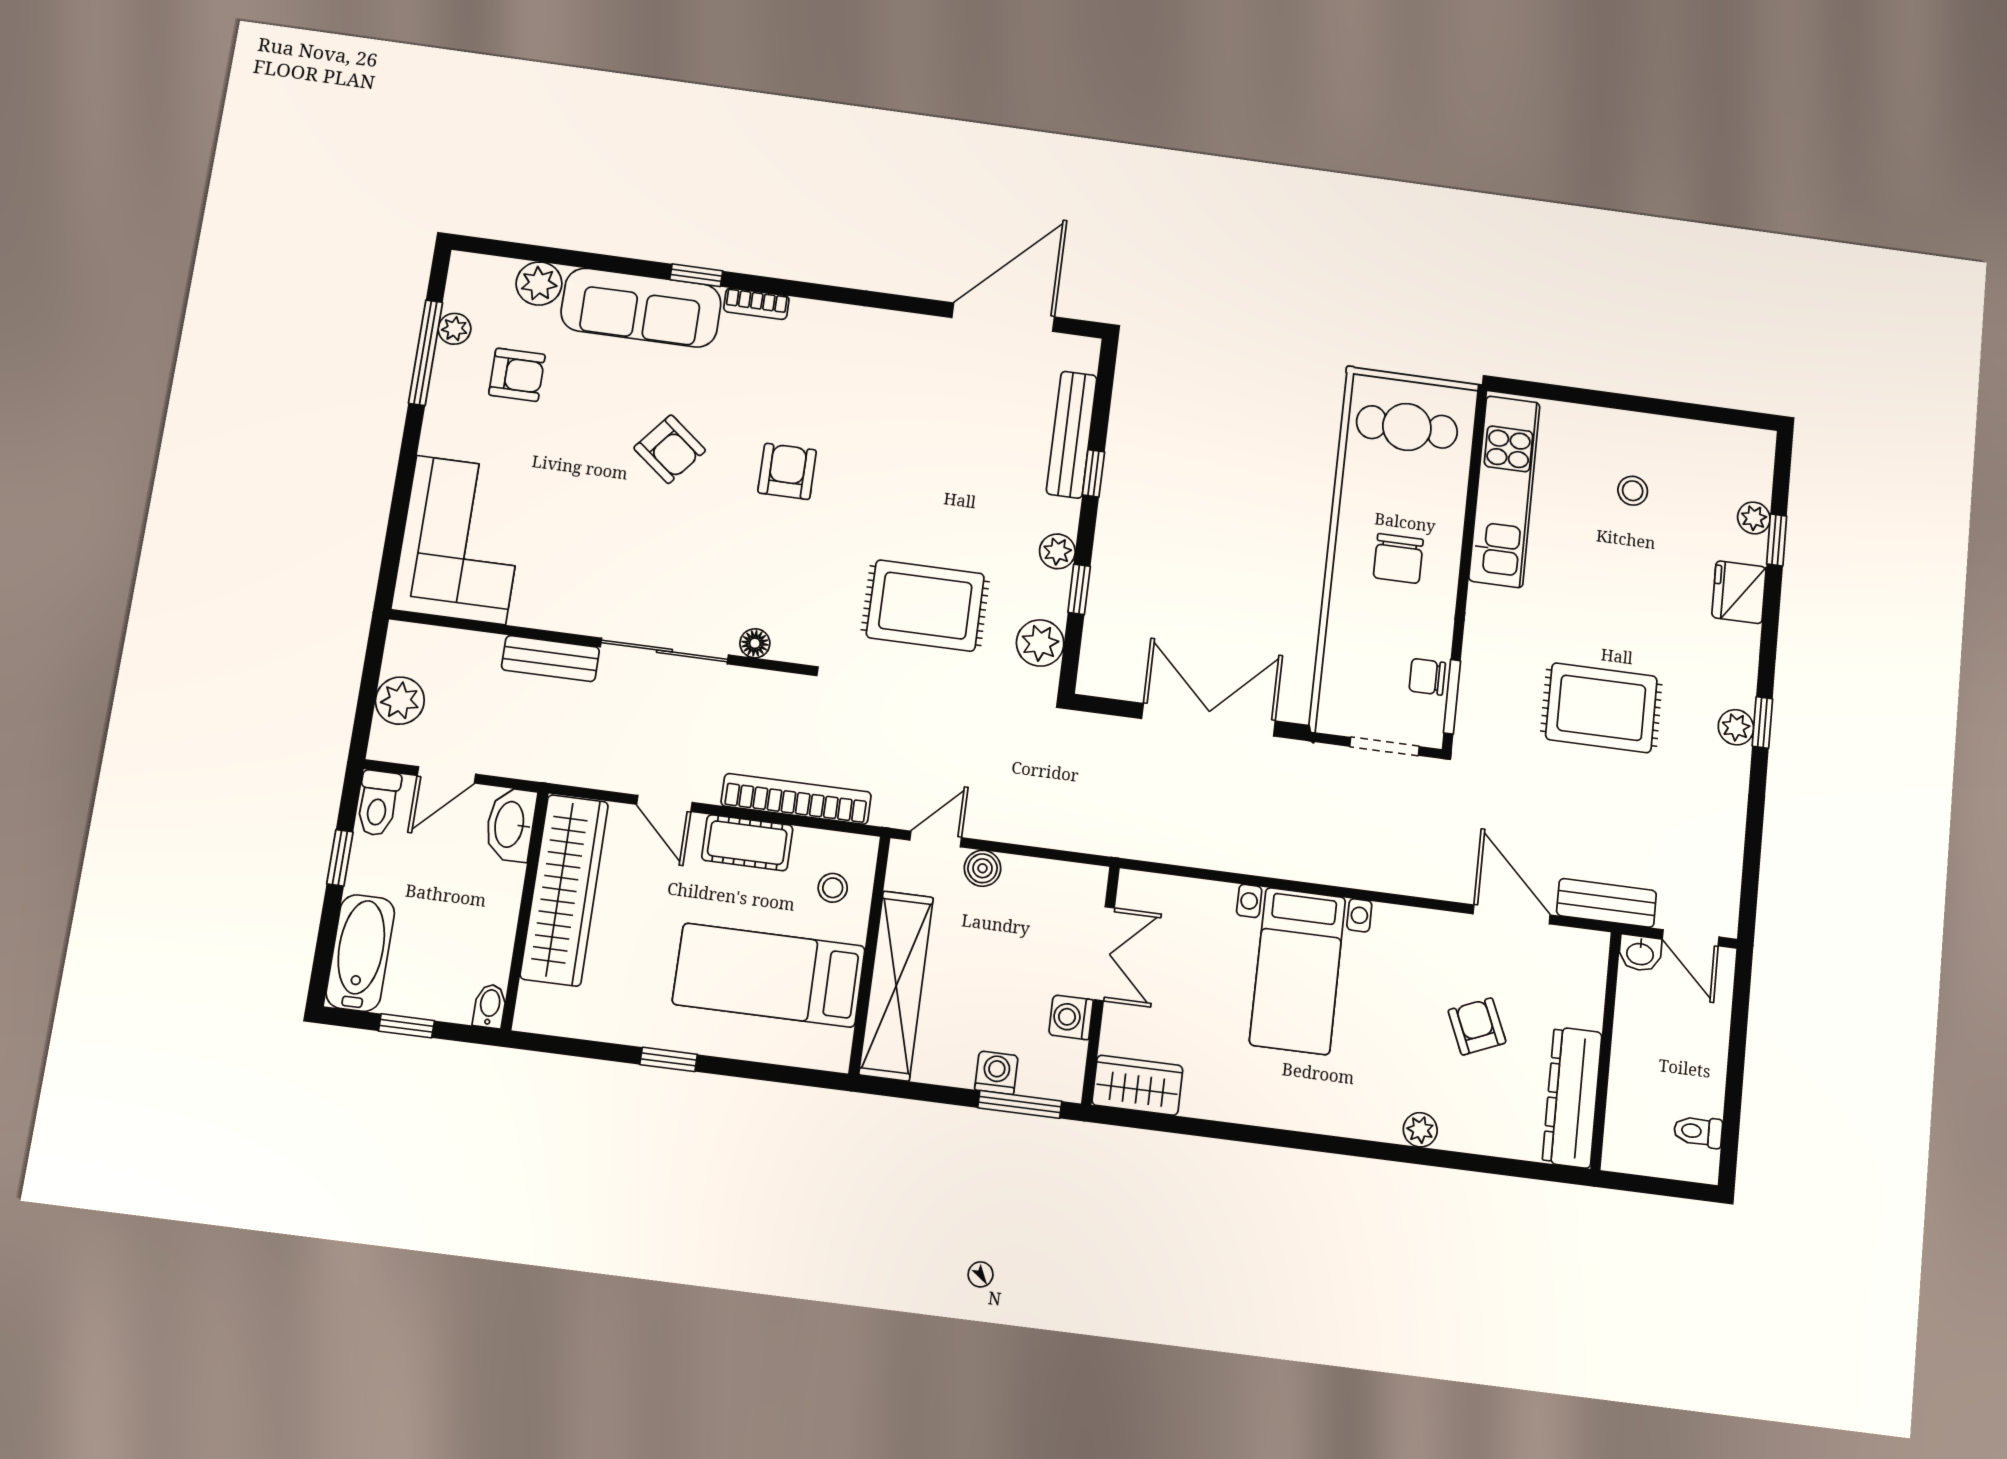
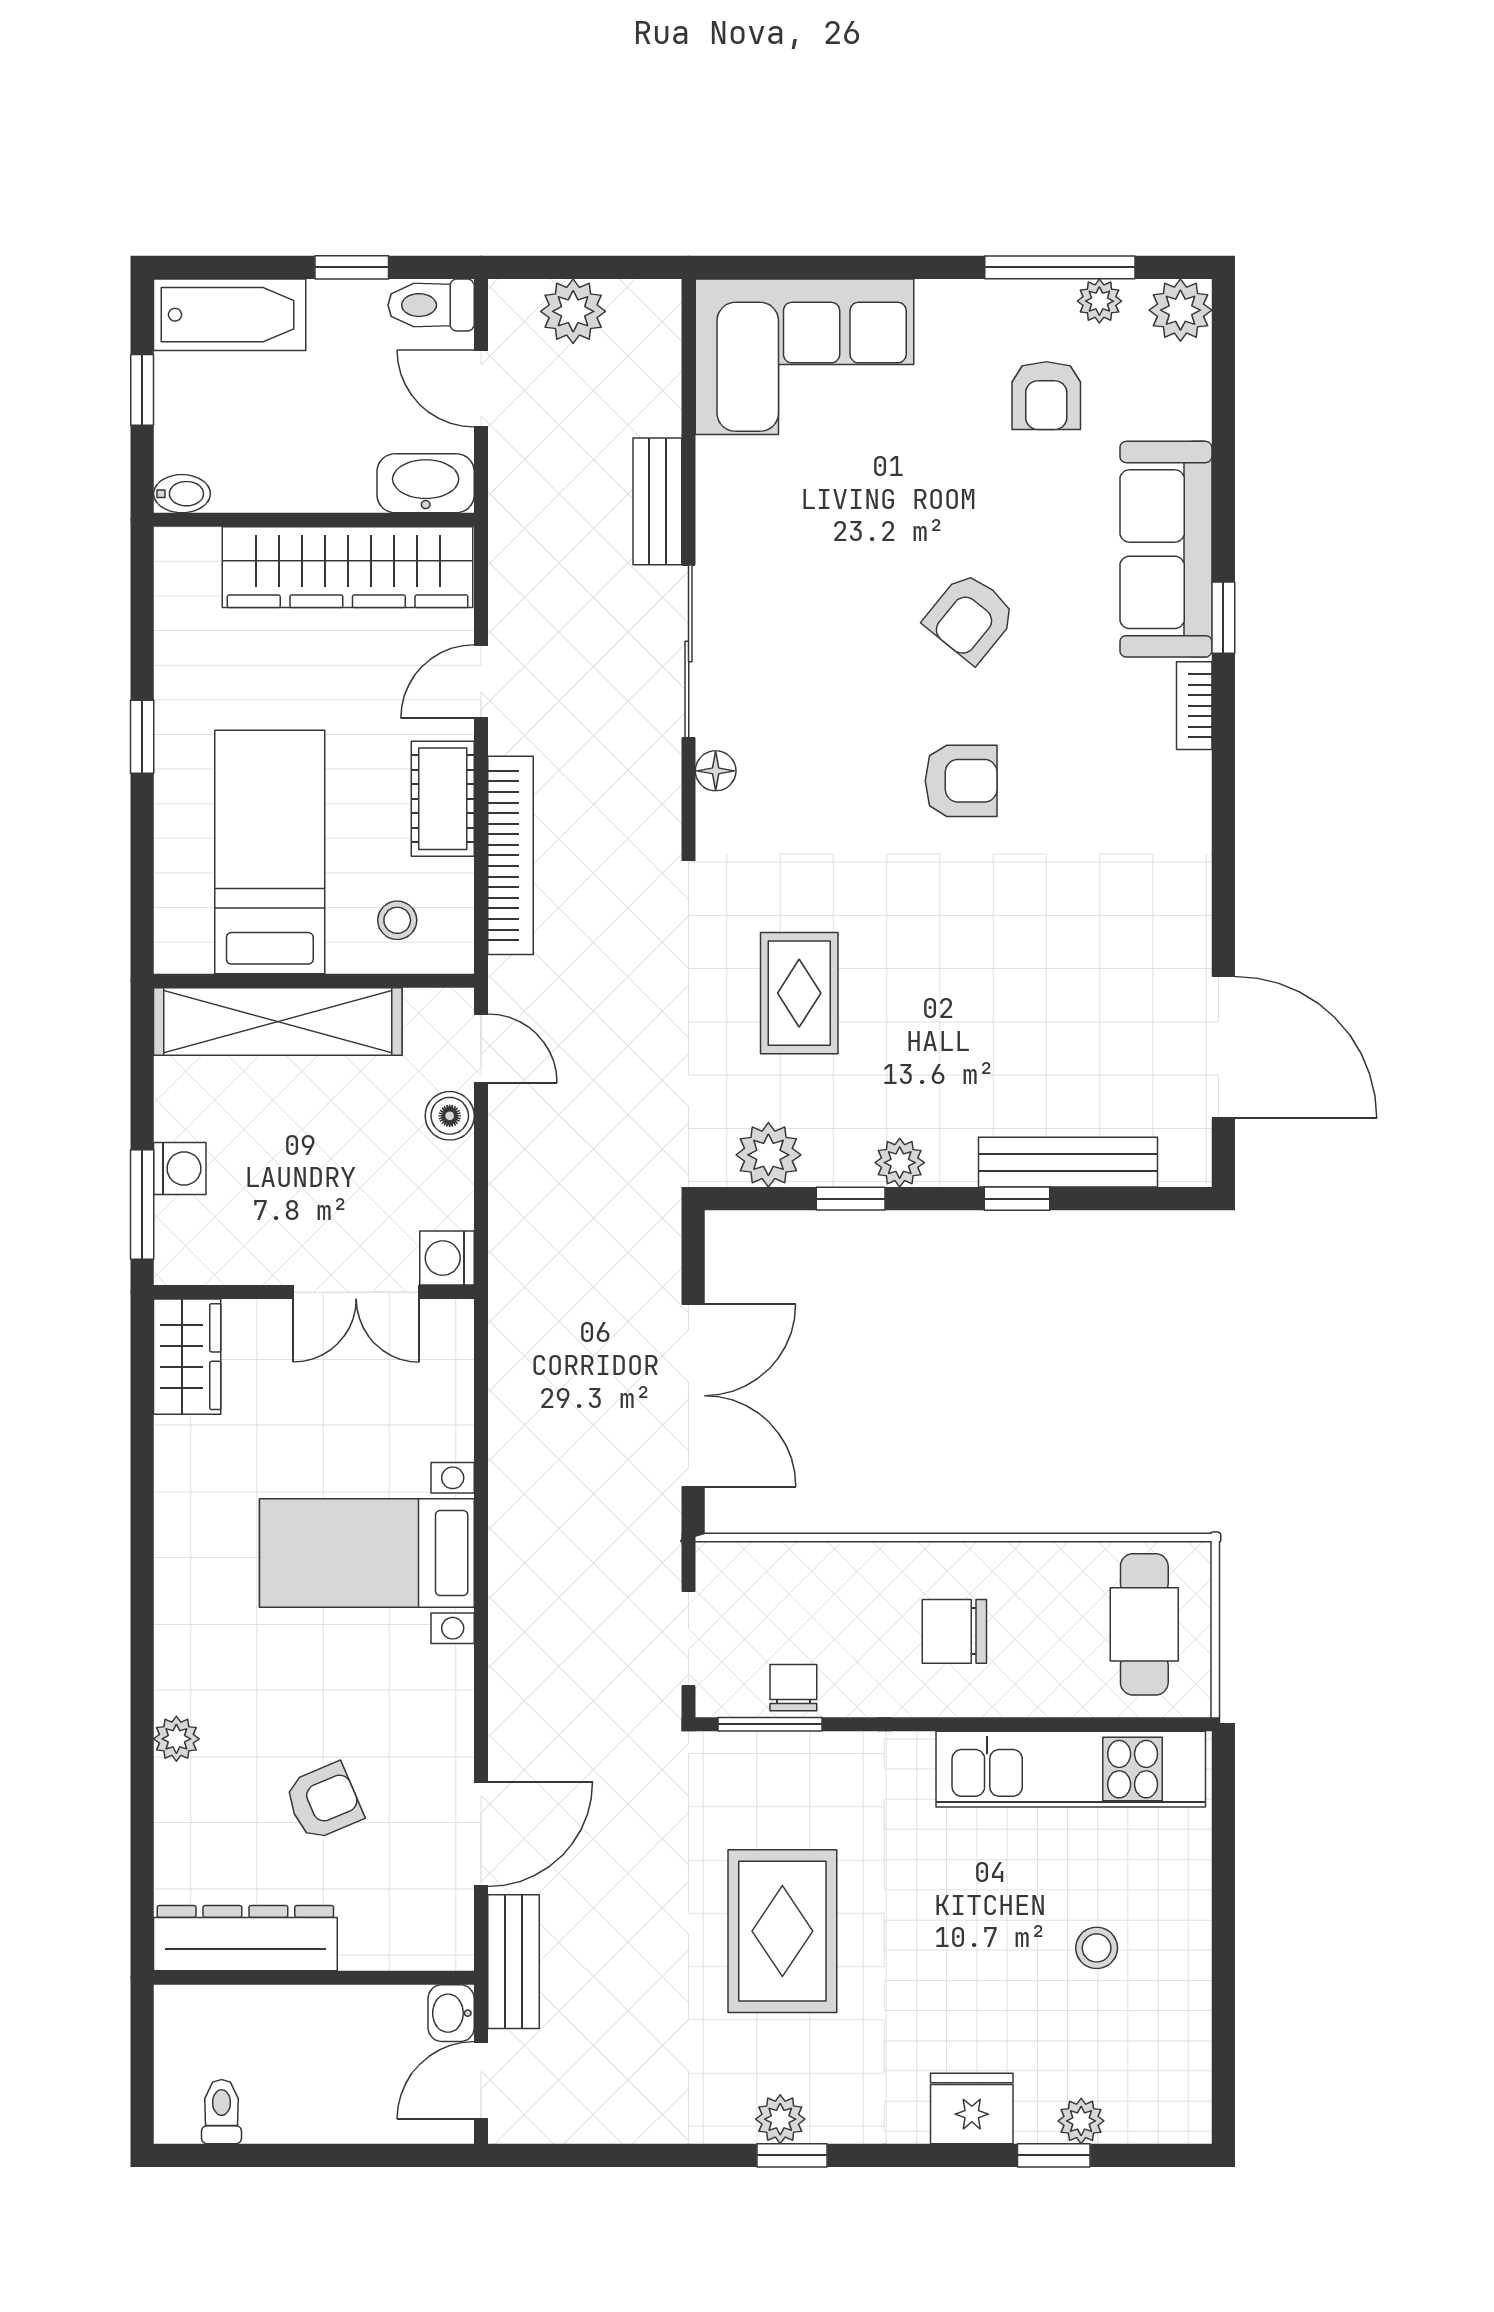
plant: (539, 284) -> (1180, 310), moved
rug: (925, 606) -> (799, 993), width x0.73, depth x0.70
washing machine: (1071, 1017) -> (447, 1258), moved, turned -90

